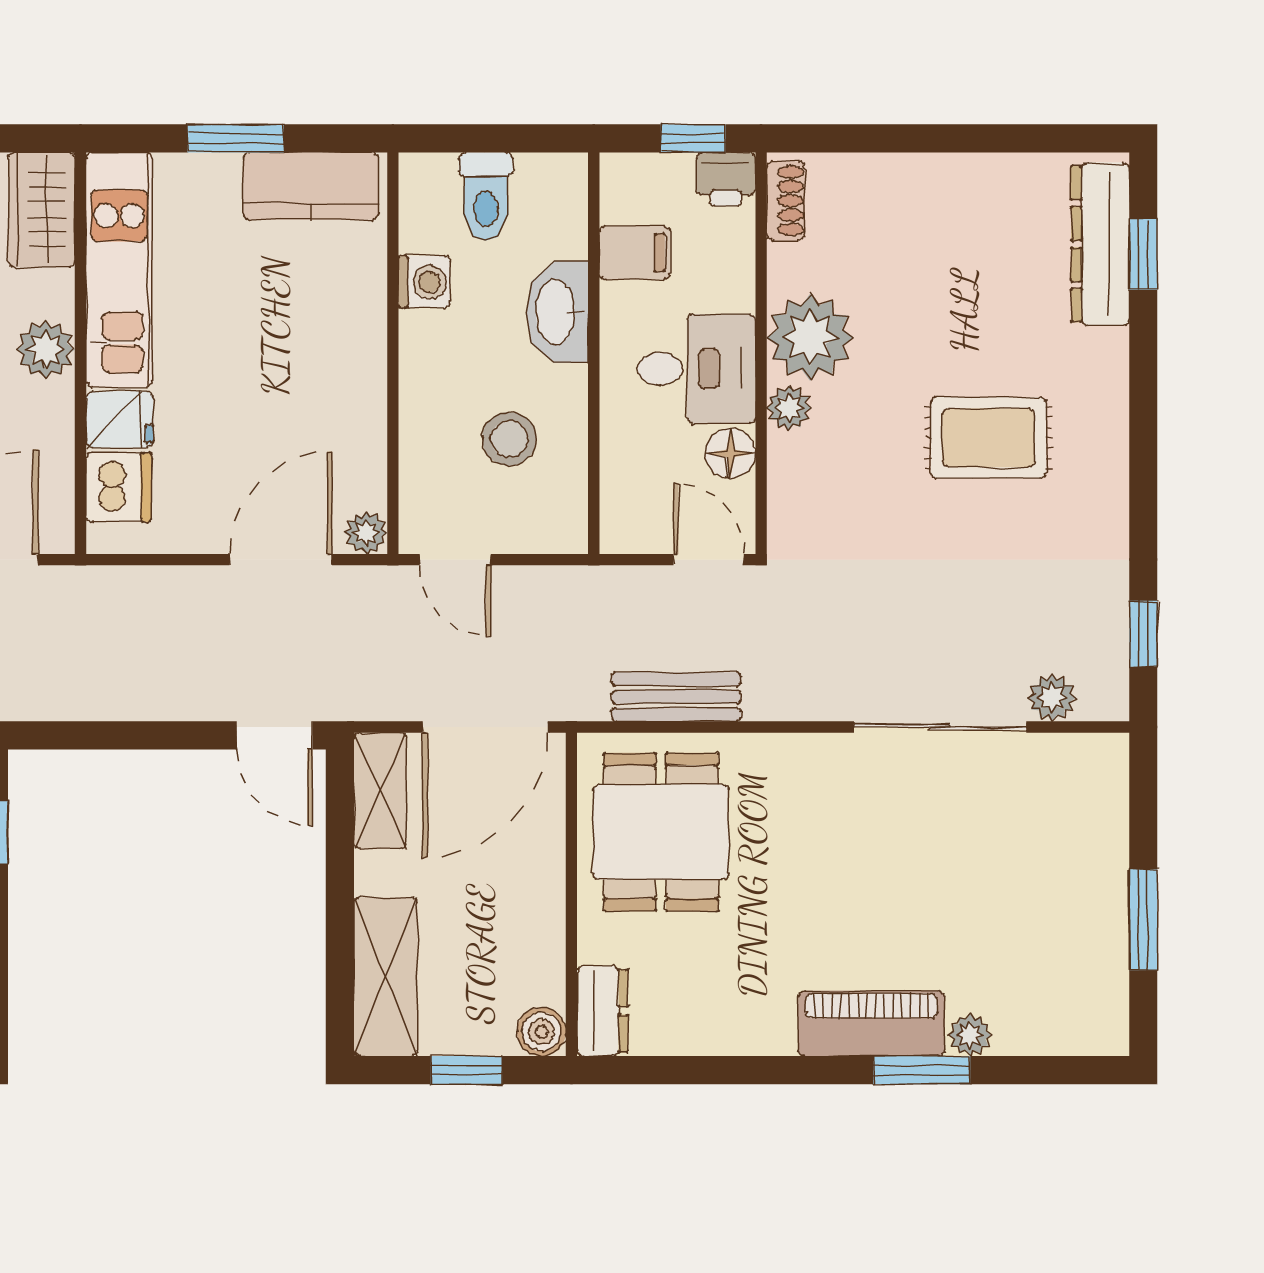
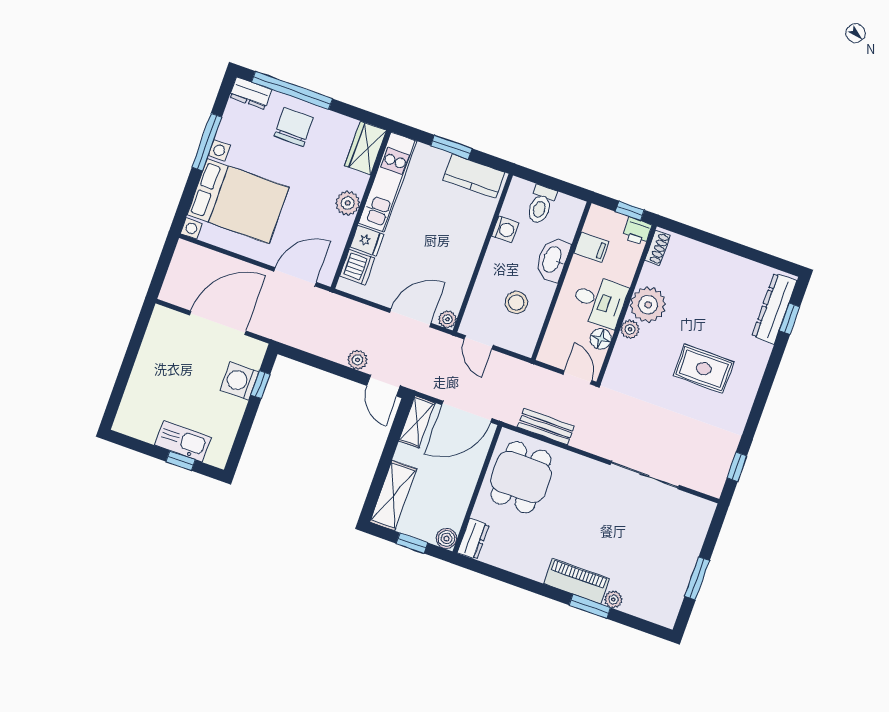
plant: (1052, 698) -> (357, 360), moved

